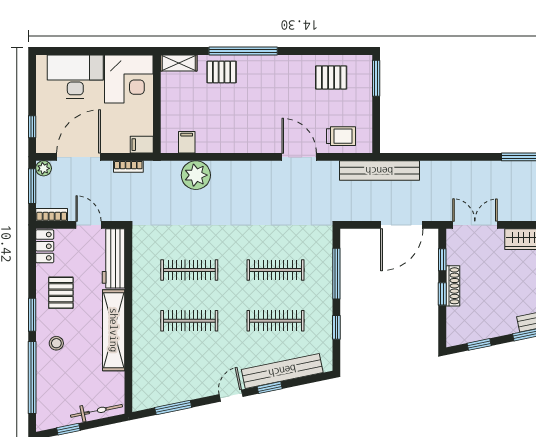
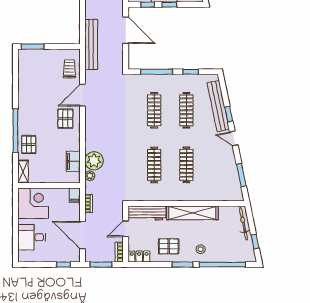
desk: (75, 77) -> (32, 237), width x0.73
pallet: (331, 77) -> (65, 119), moved
filing cabinet: (187, 142) -> (73, 161), width x2.00
plant: (44, 168) -> (90, 176), moved

